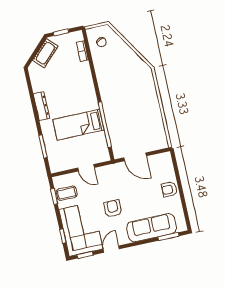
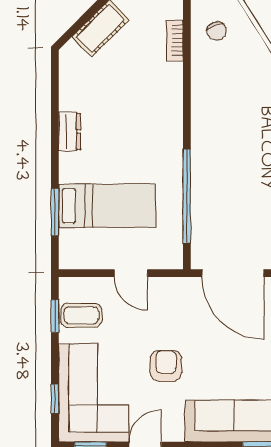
dresser: (41, 106) -> (70, 131), width x0.70
bed: (78, 125) -> (107, 206), moved, turned 180
door: (135, 157) -> (233, 273), width x1.36

